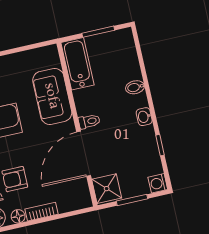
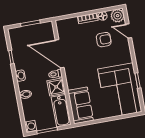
sofa: (52, 96) -> (81, 105), moved
door: (84, 154) -> (60, 54), swing flipped
washing machine: (158, 183) -> (30, 126), moved
shower: (107, 189) -> (56, 87), moved

